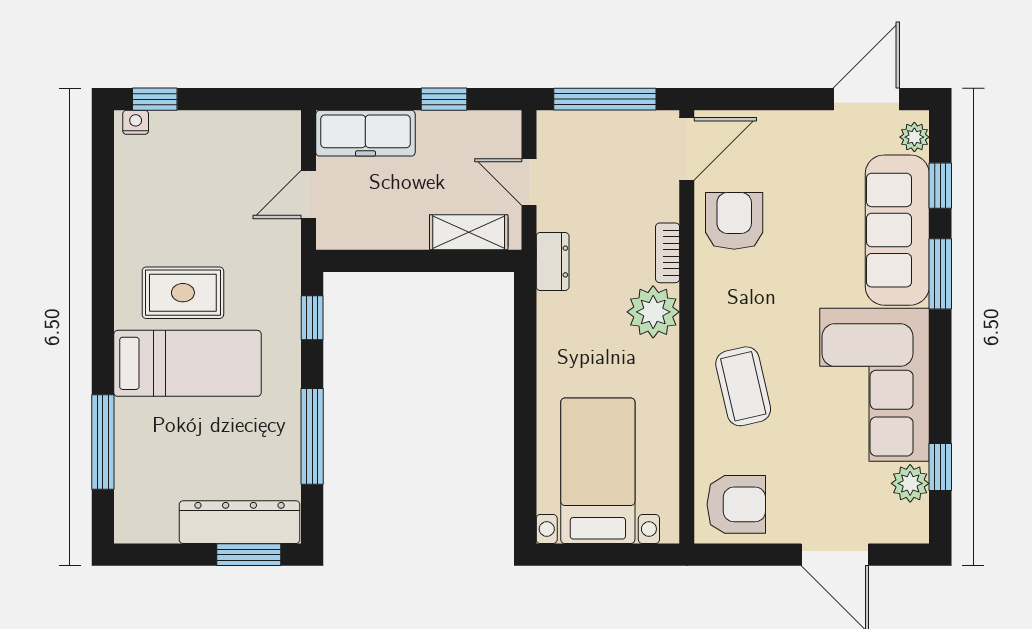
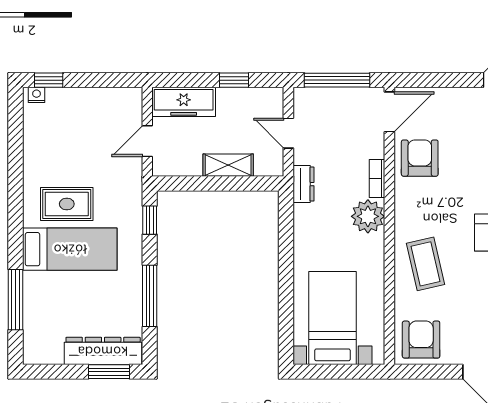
shelving: (469, 232) -> (228, 165), moved
armchair: (736, 504) -> (421, 340), turned -90

